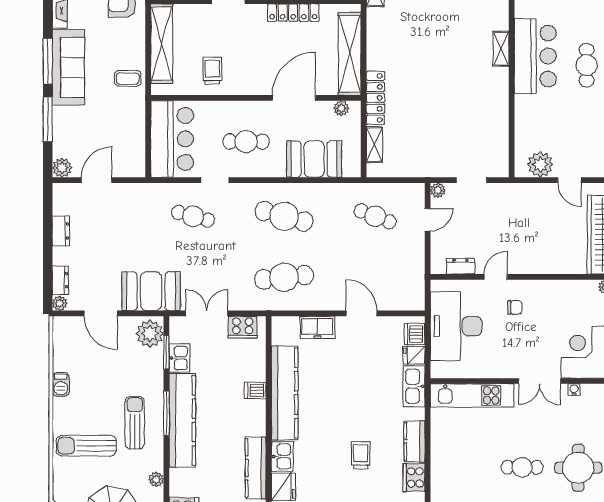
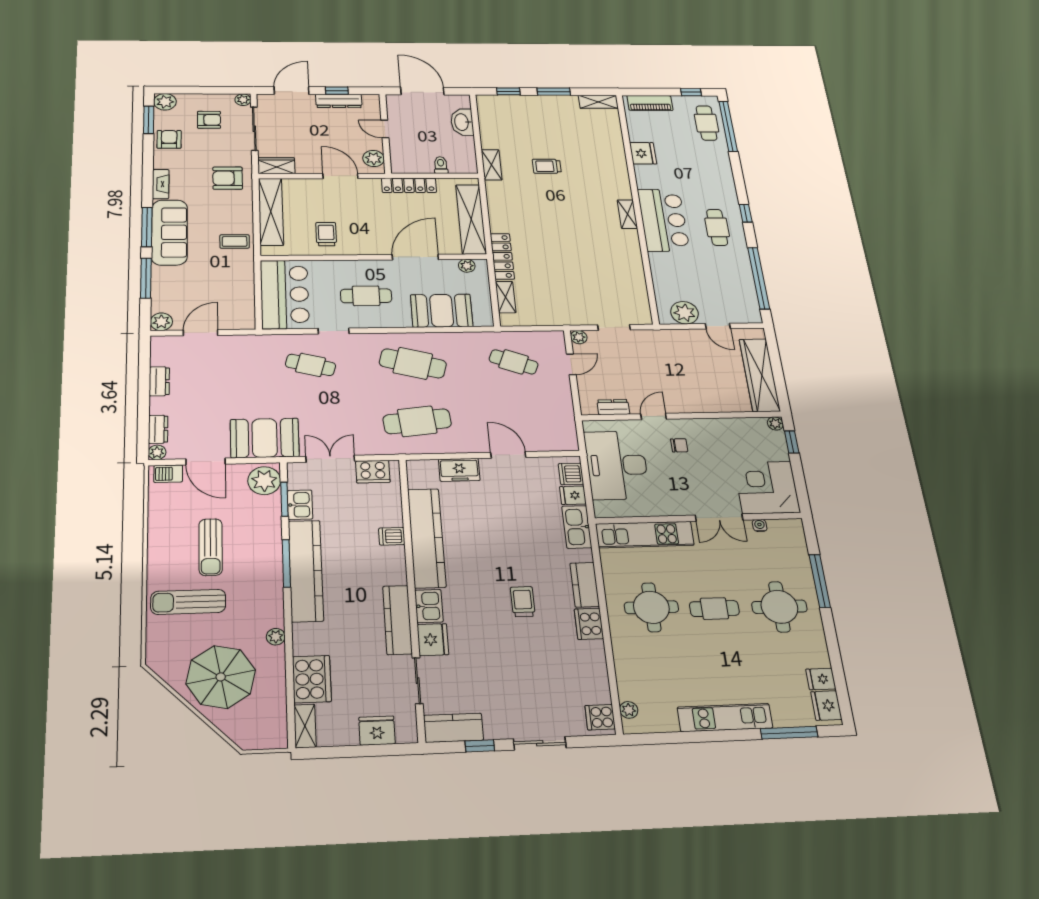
barbecue: (61, 384) -> (168, 474), moved, turned 90
sun lounger: (135, 423) -> (211, 547), moved, turned 180
round table: (469, 464) -> (651, 607), added

